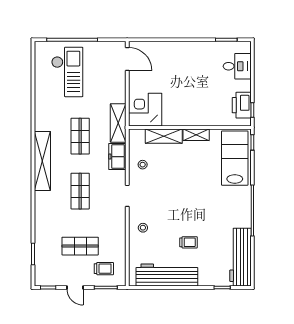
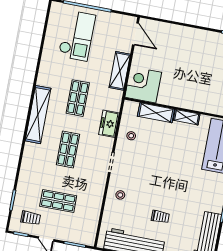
shelving: (118, 123) -> (120, 71), moved
trolley: (104, 269) -> (31, 218), moved

